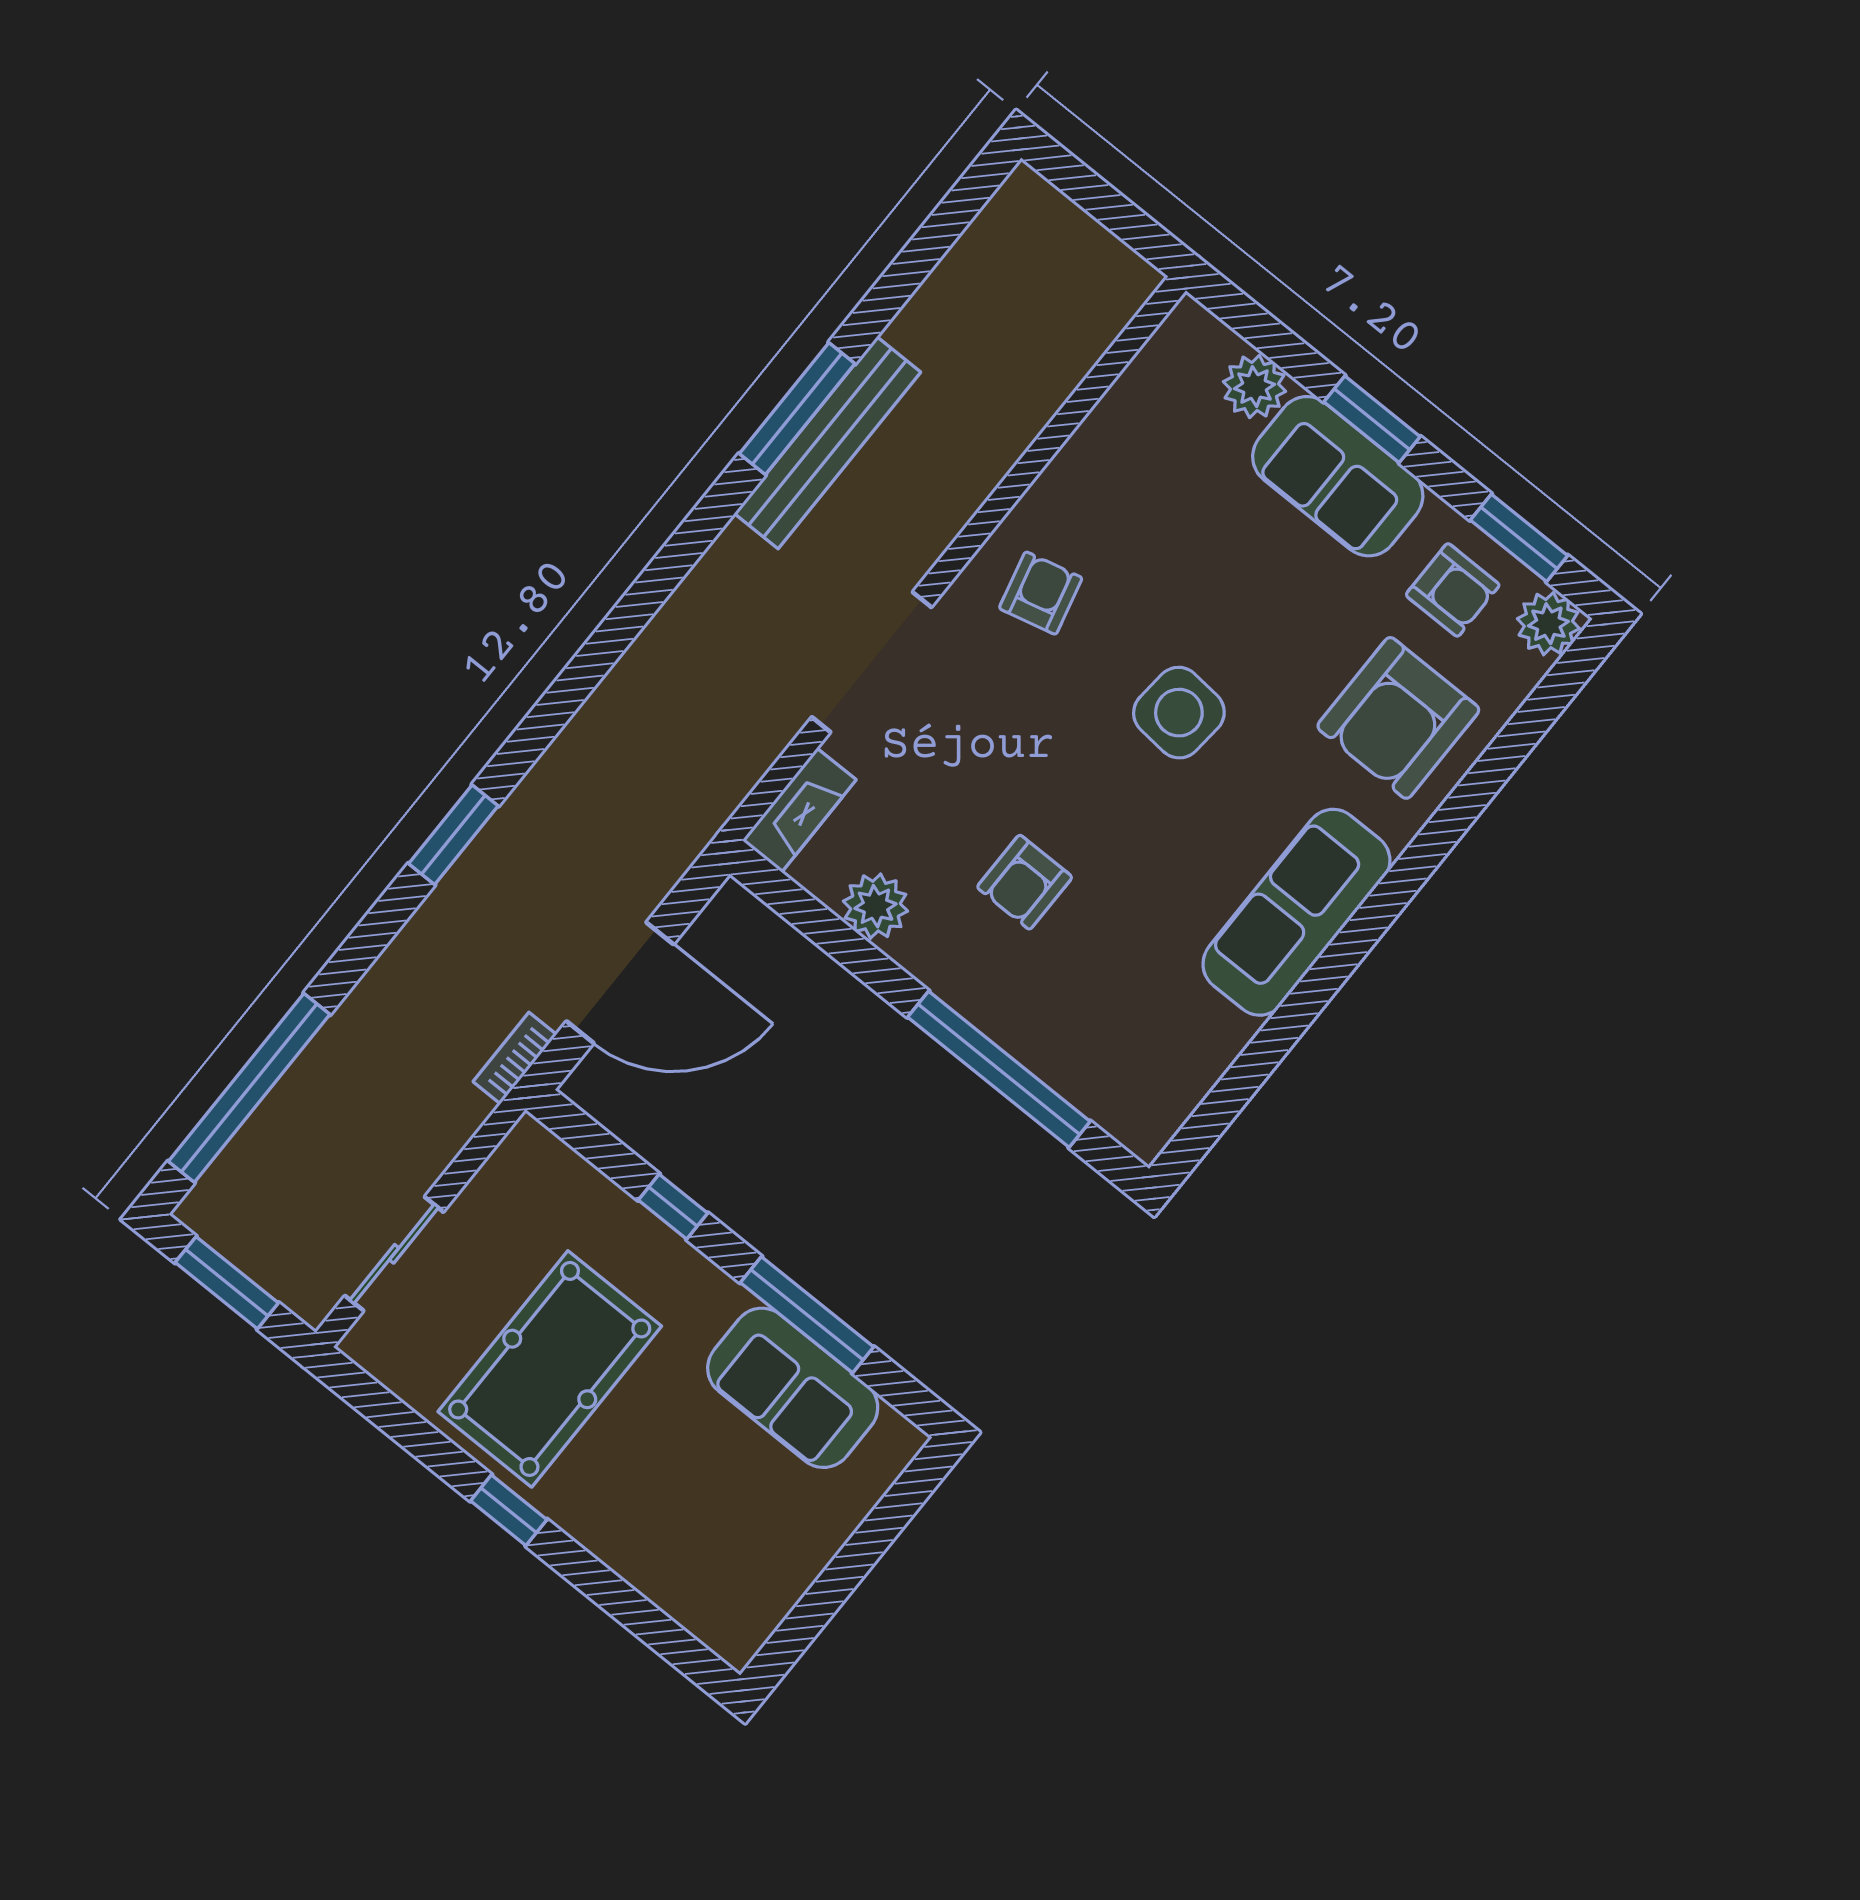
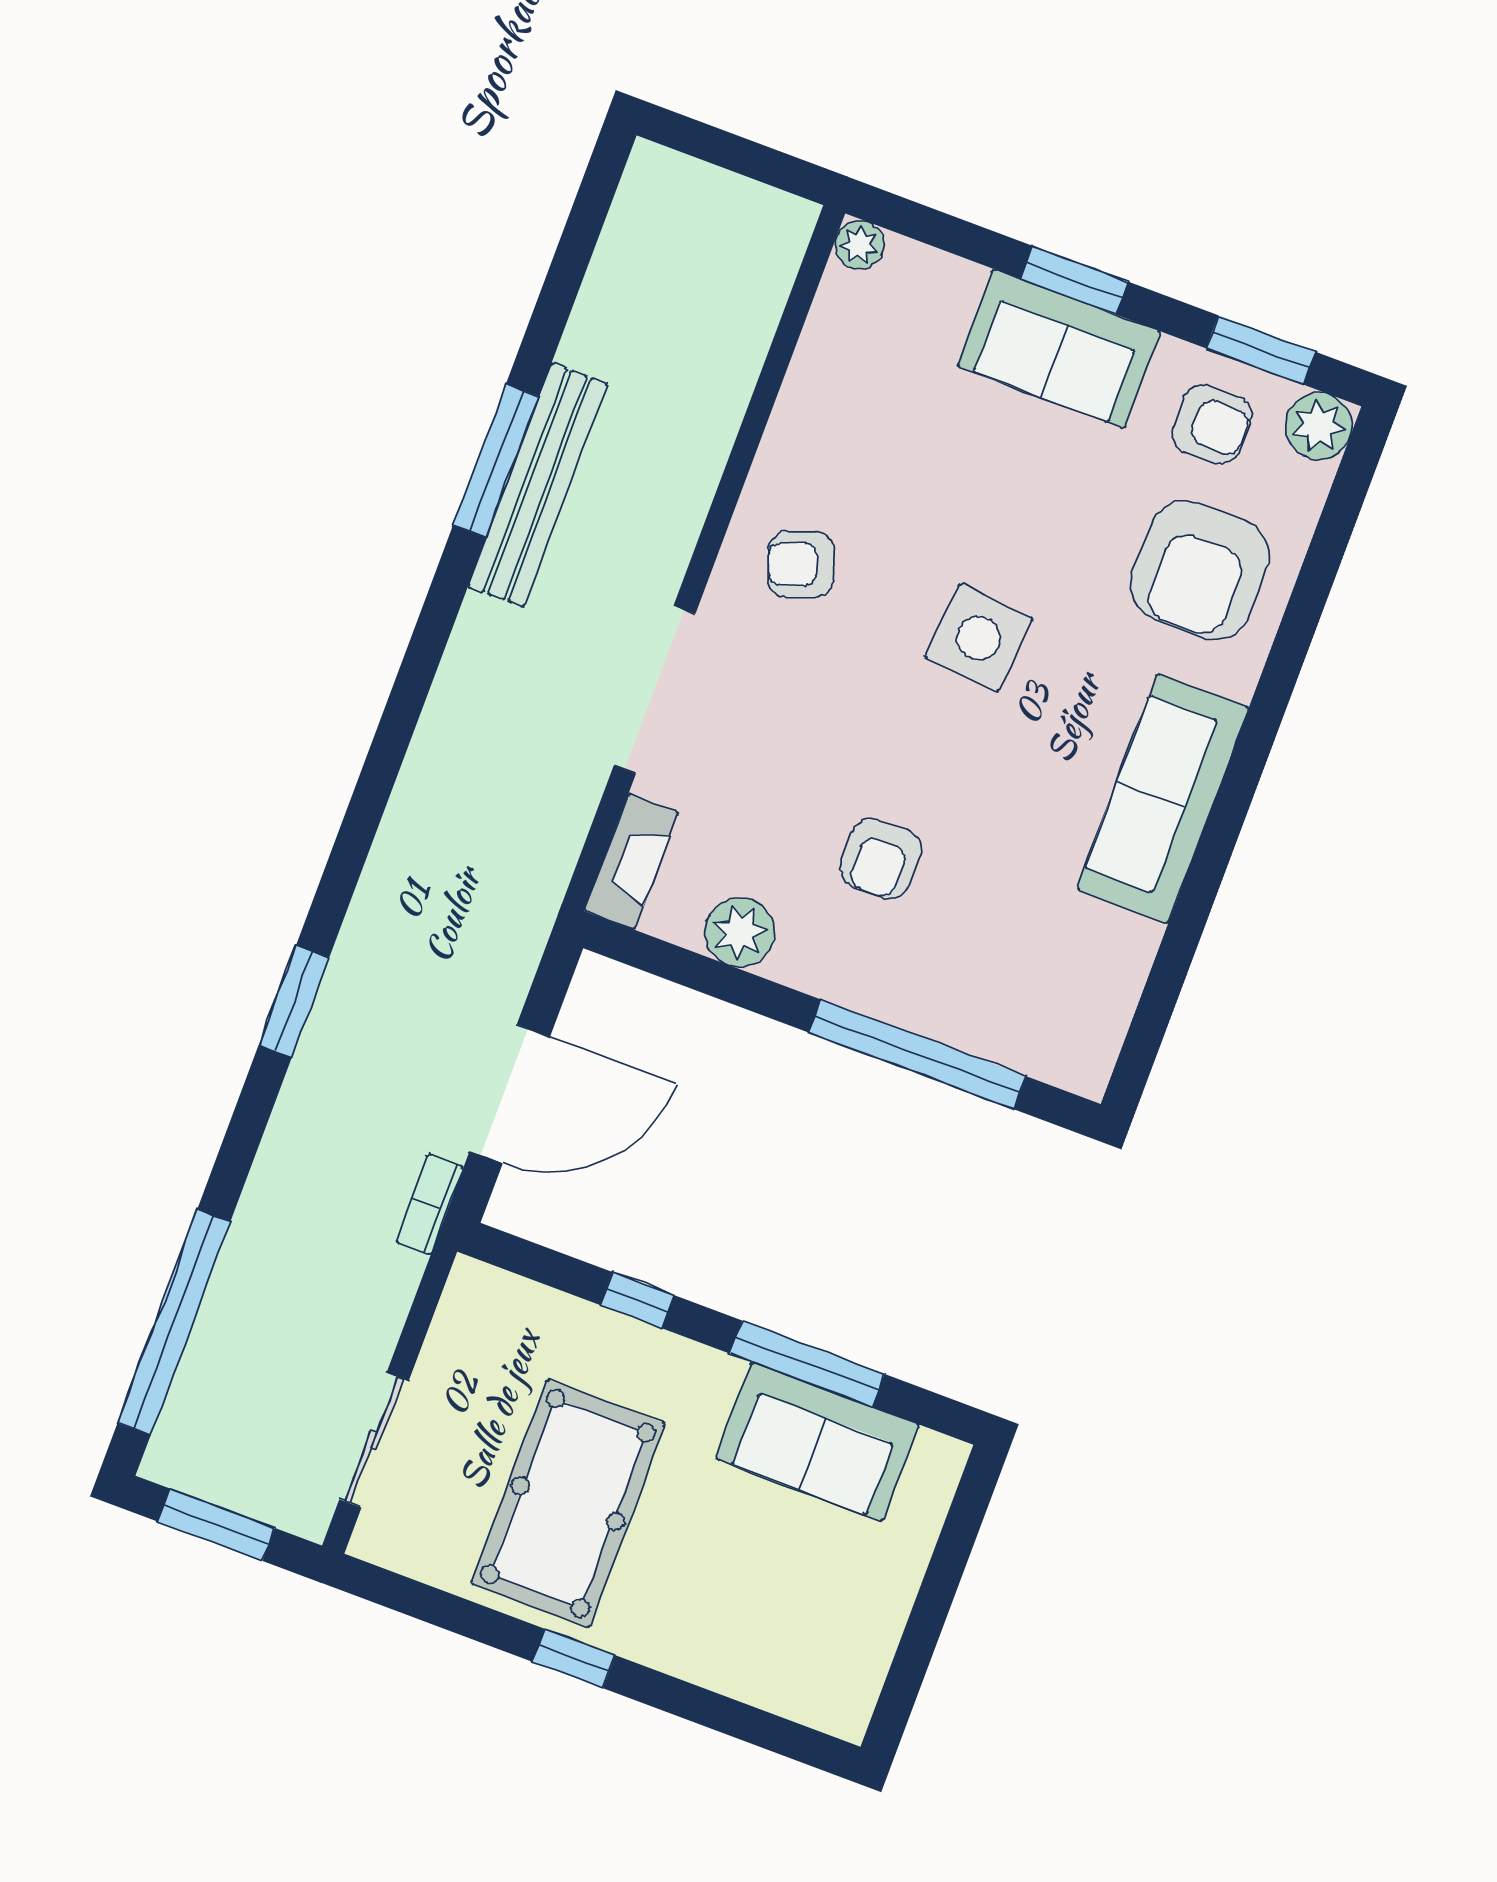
plant: (1254, 387) -> (859, 245), moved, width x0.73, depth x0.73
armchair: (1041, 593) -> (801, 564), turned -95

